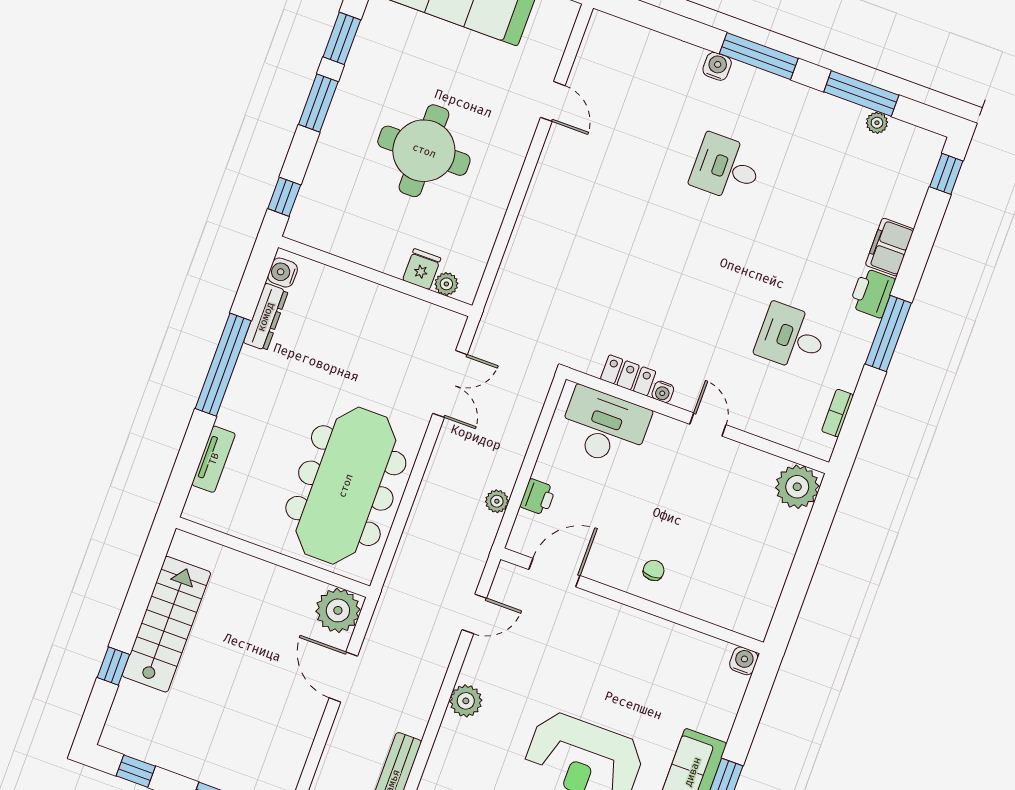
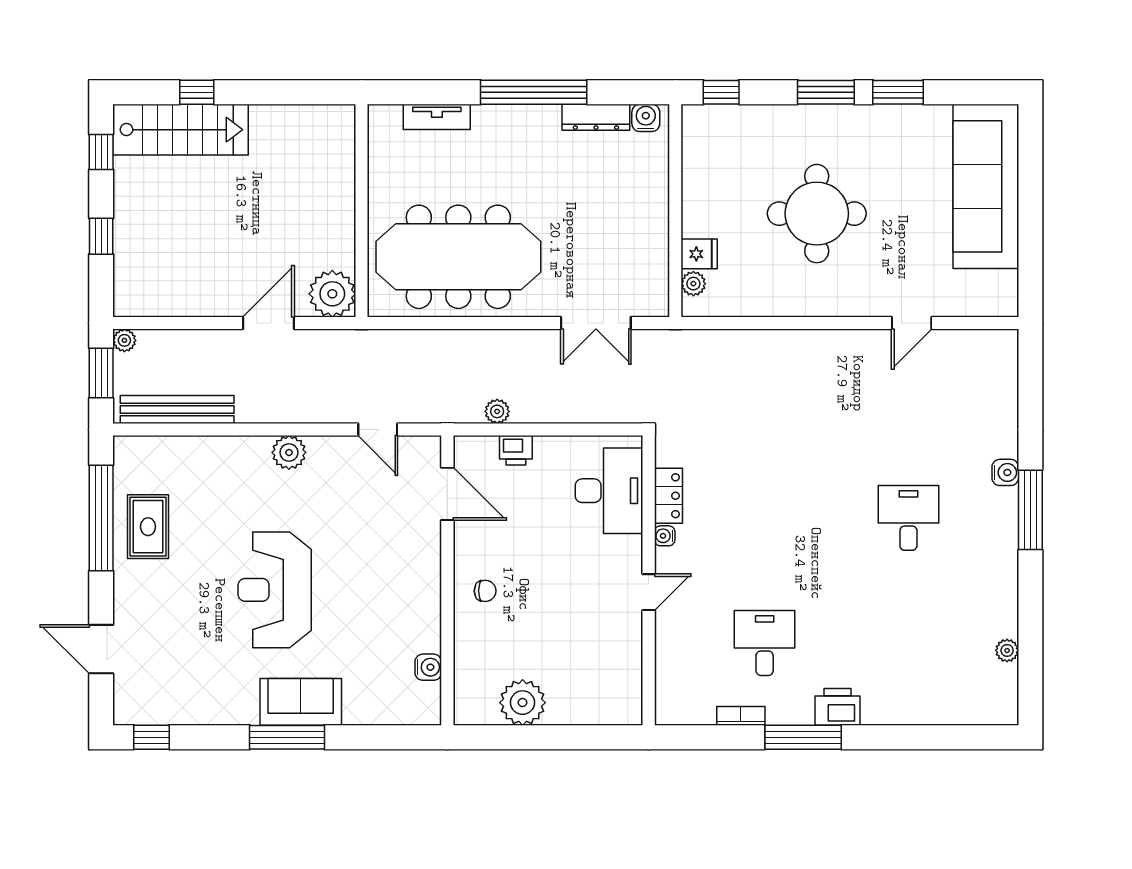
window: (861, 93) -> (1030, 624), removed
window: (946, 174) -> (982, 737), removed
filing cabinet: (890, 247) -> (889, 708), removed
bookcase: (838, 413) -> (741, 716), moved
plant: (797, 487) -> (523, 703), moved
stairs: (166, 624) -> (181, 130), moved
water cooler: (744, 661) -> (428, 667), moved

